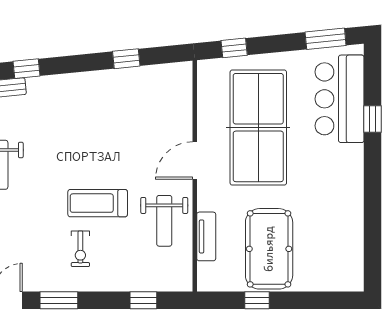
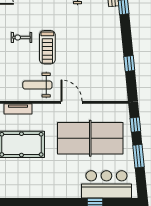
window: (326, 39) -> (138, 156), moved
treadmill: (98, 203) -> (47, 47), turned 180
tv unit: (206, 236) -> (18, 109), moved

